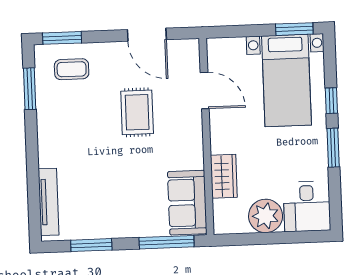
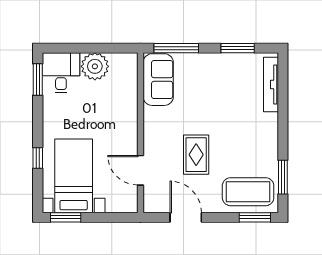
coffee table: (72, 69) -> (248, 192), width x1.86, depth x1.72
window: (333, 148) -> (38, 79), moved
wardrobe: (224, 176) -> (128, 100), removed

